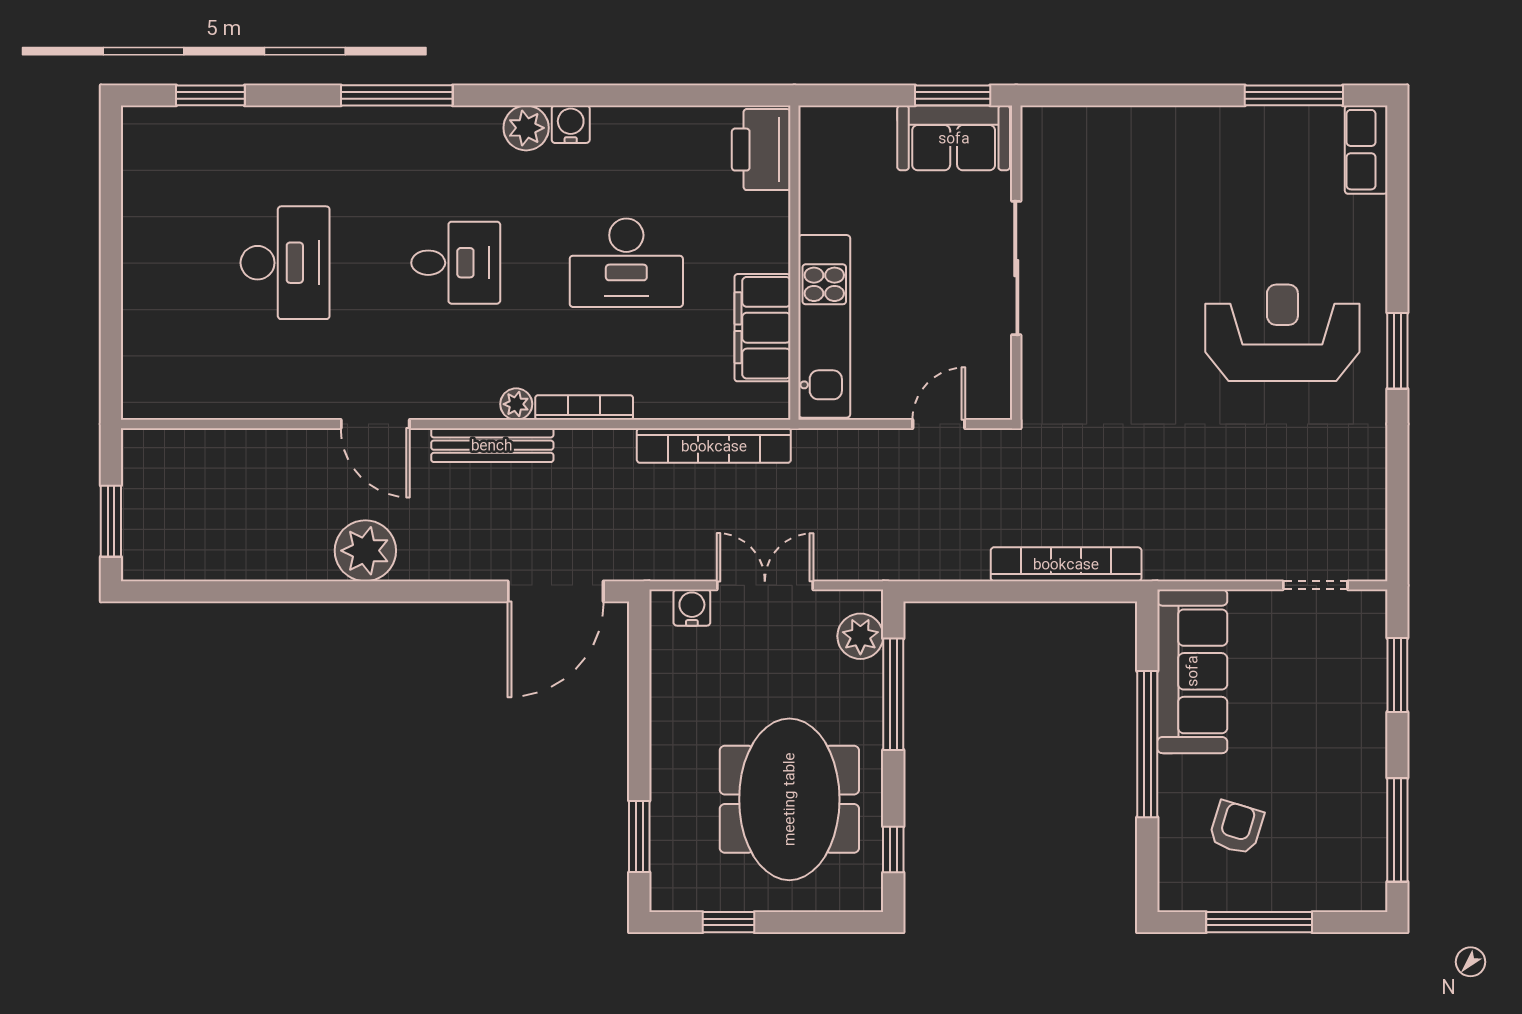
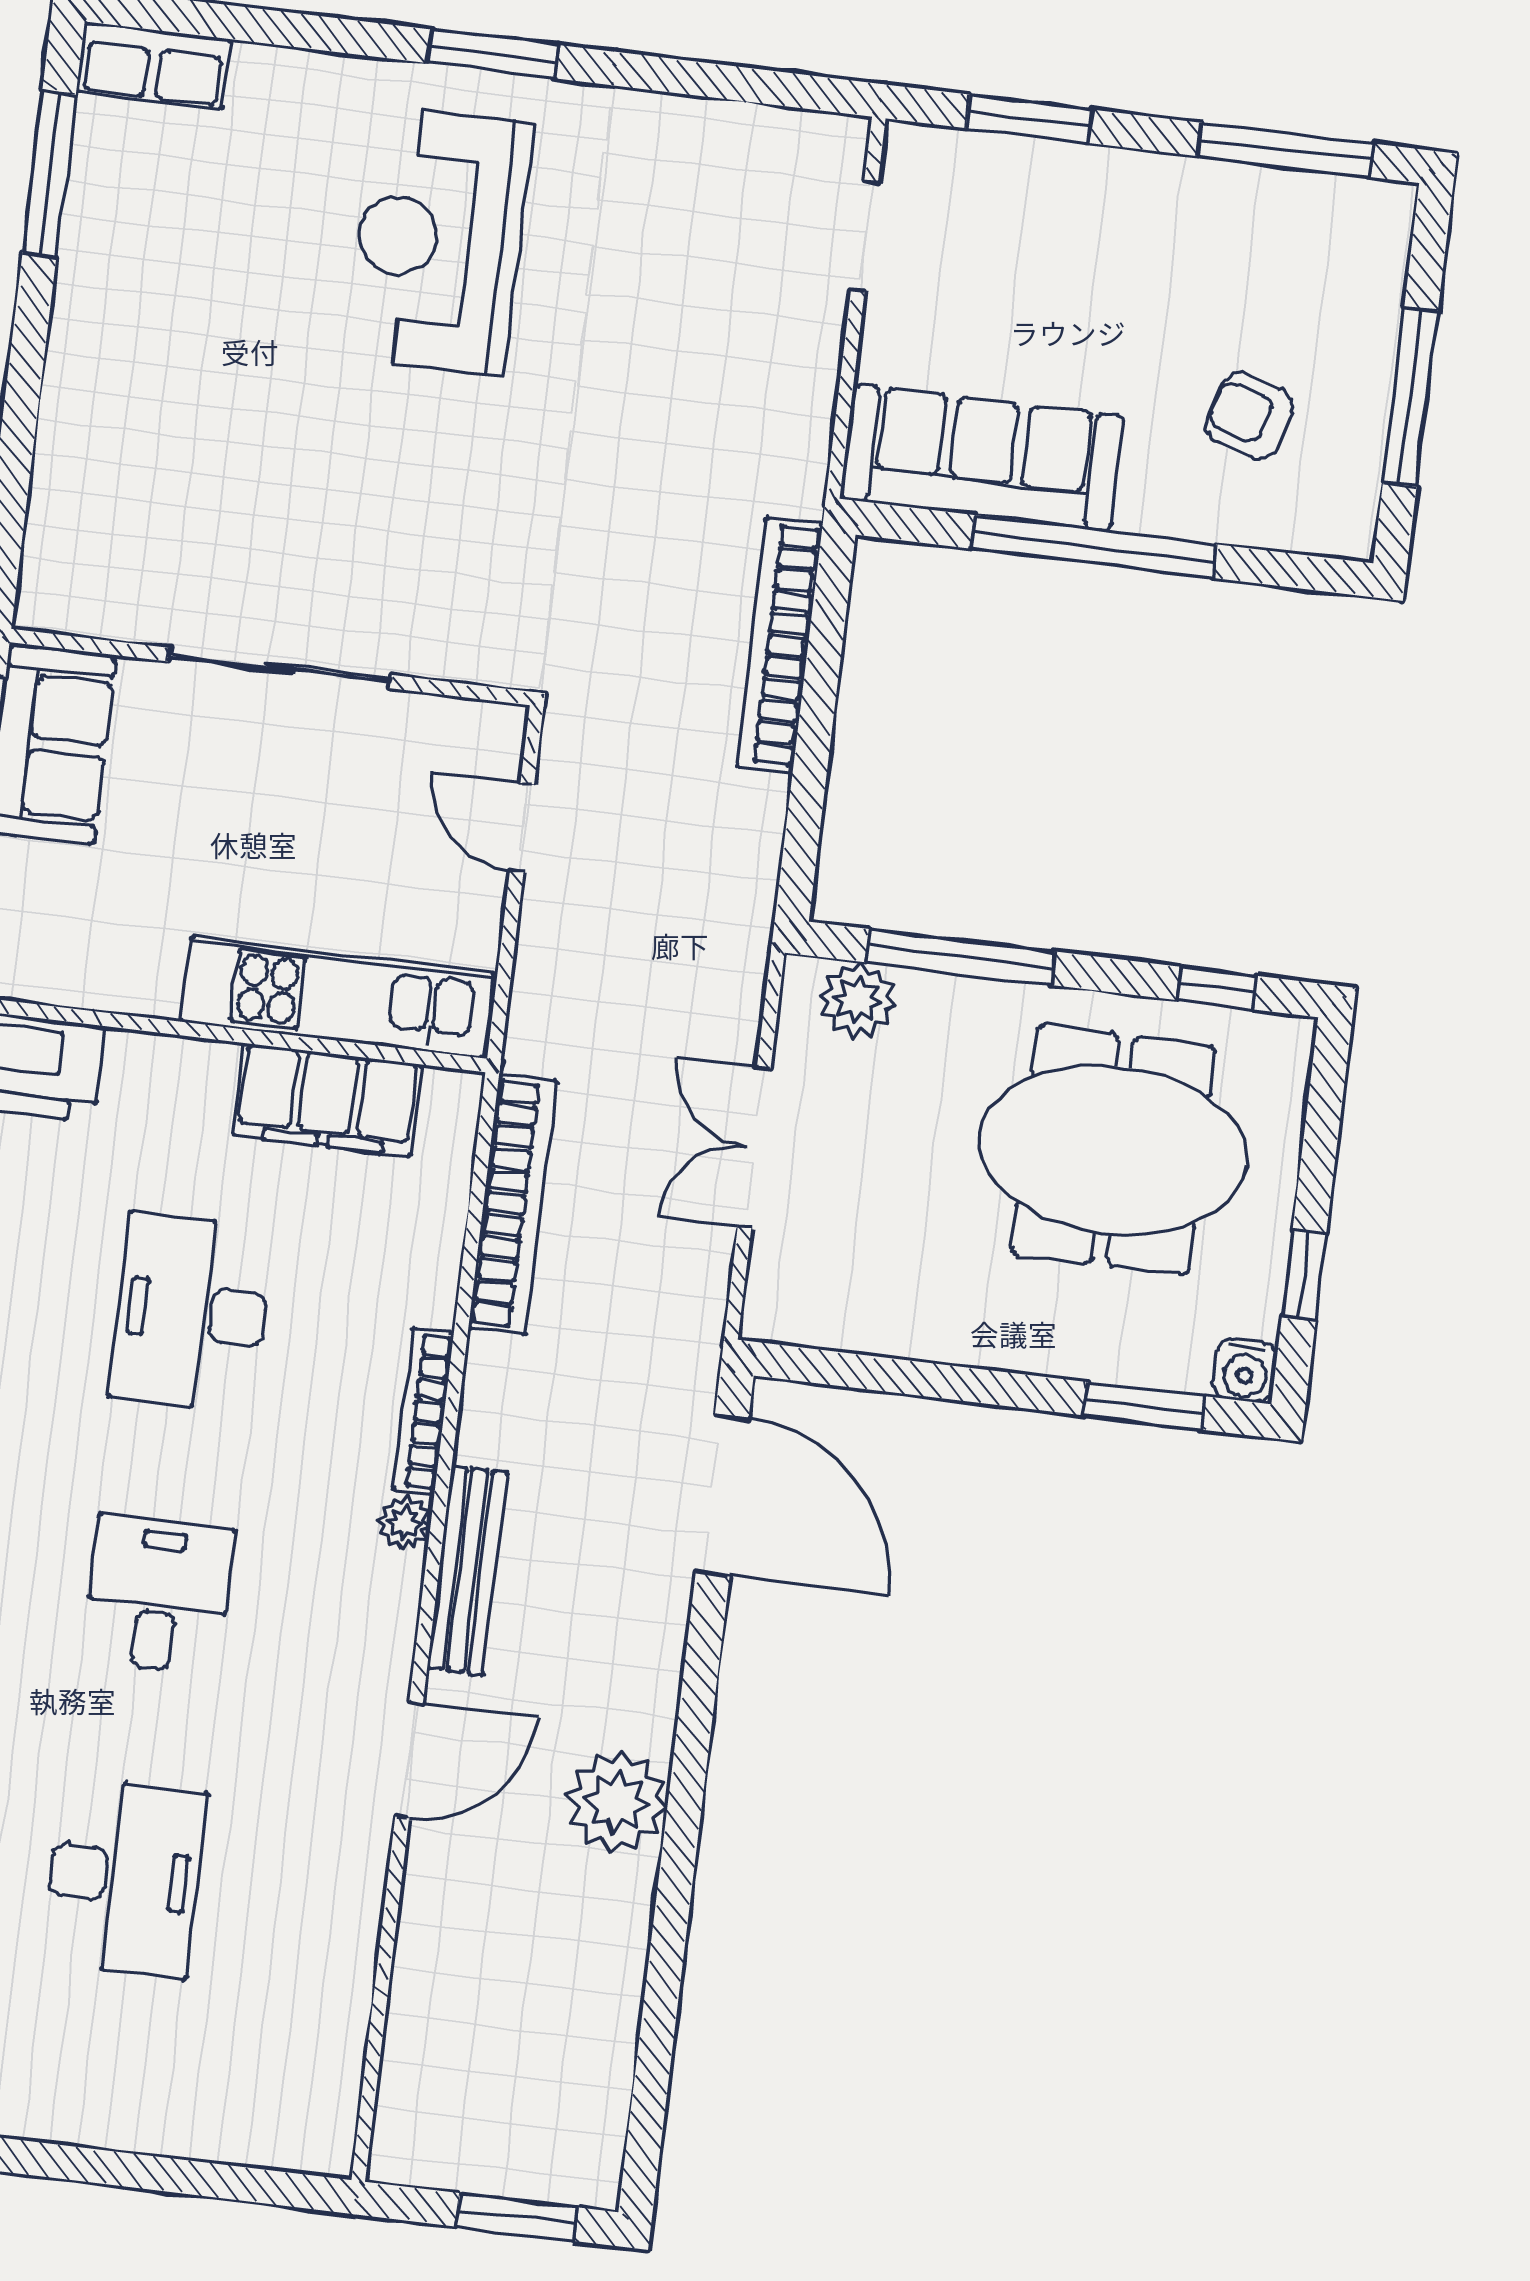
desk: (285, 263) -> (124, 1877), turned 90
desk: (626, 263) -> (192, 1312), turned 180
water cooler: (692, 608) -> (1245, 1371), moved, turned -90

